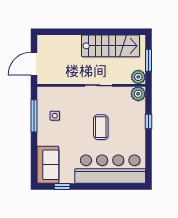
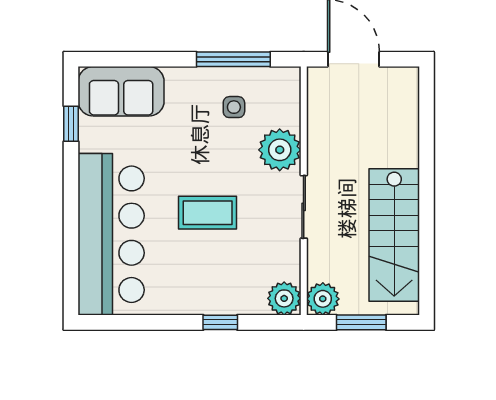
plant: (73, 96) -> (280, 150), added

